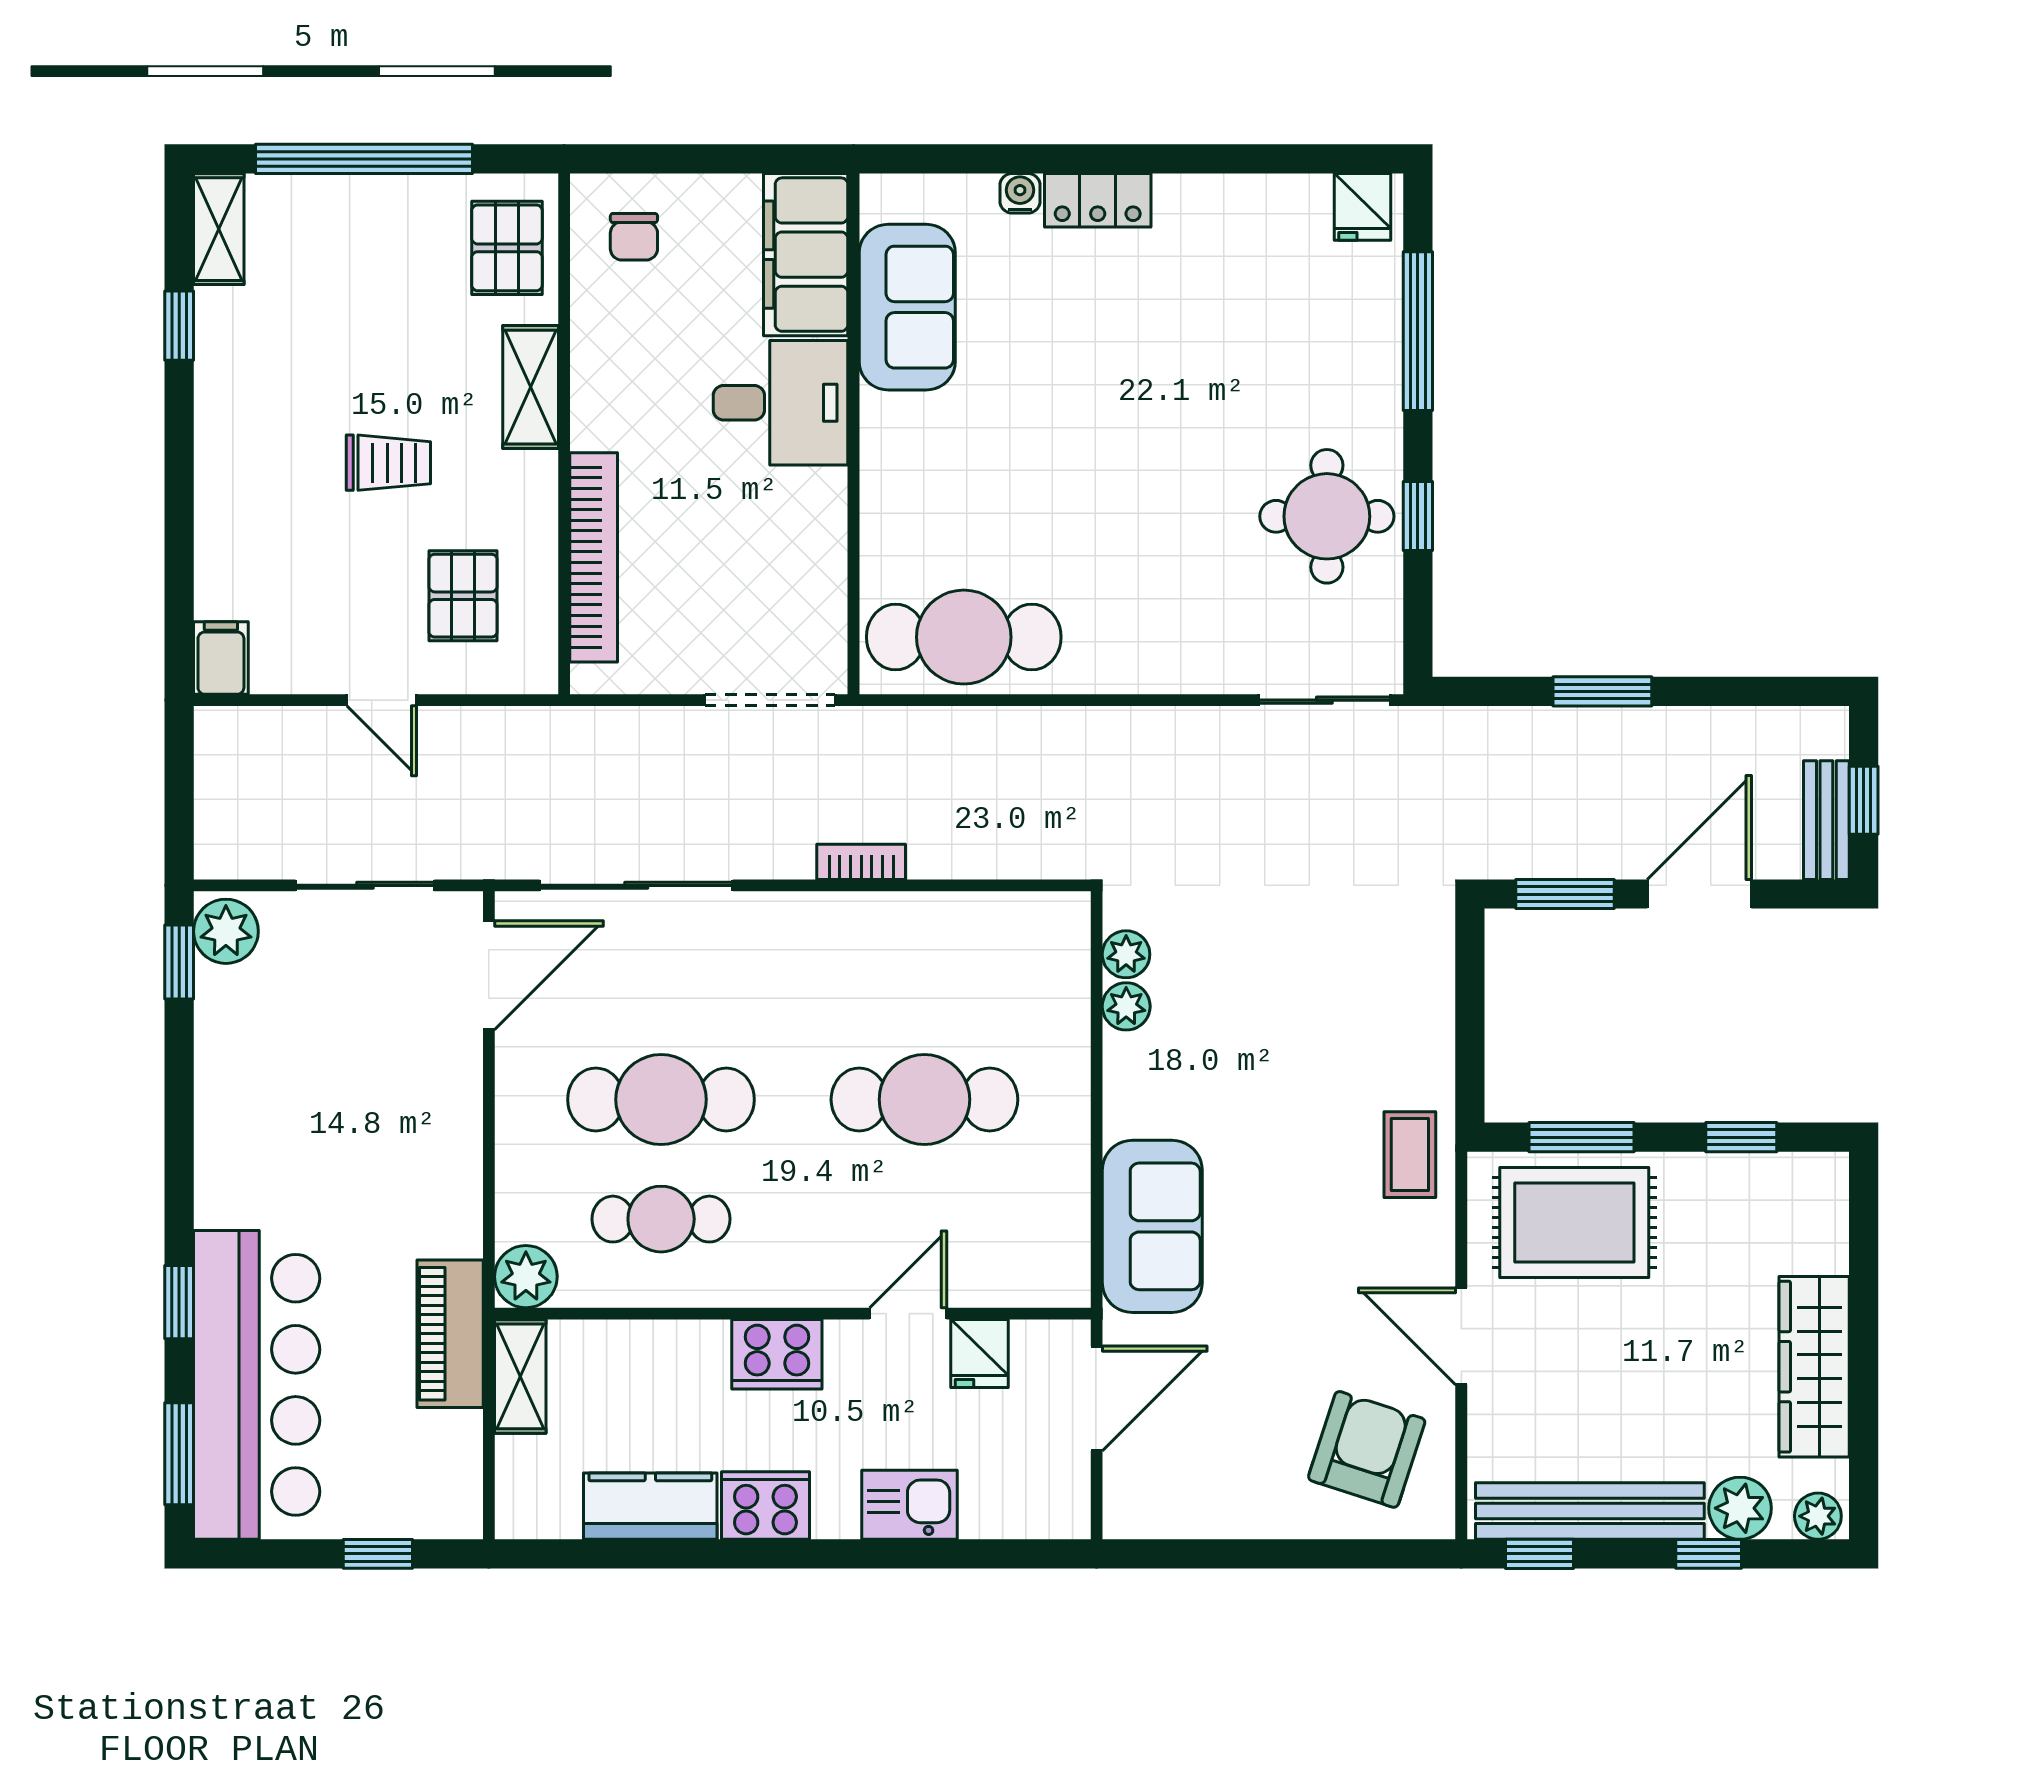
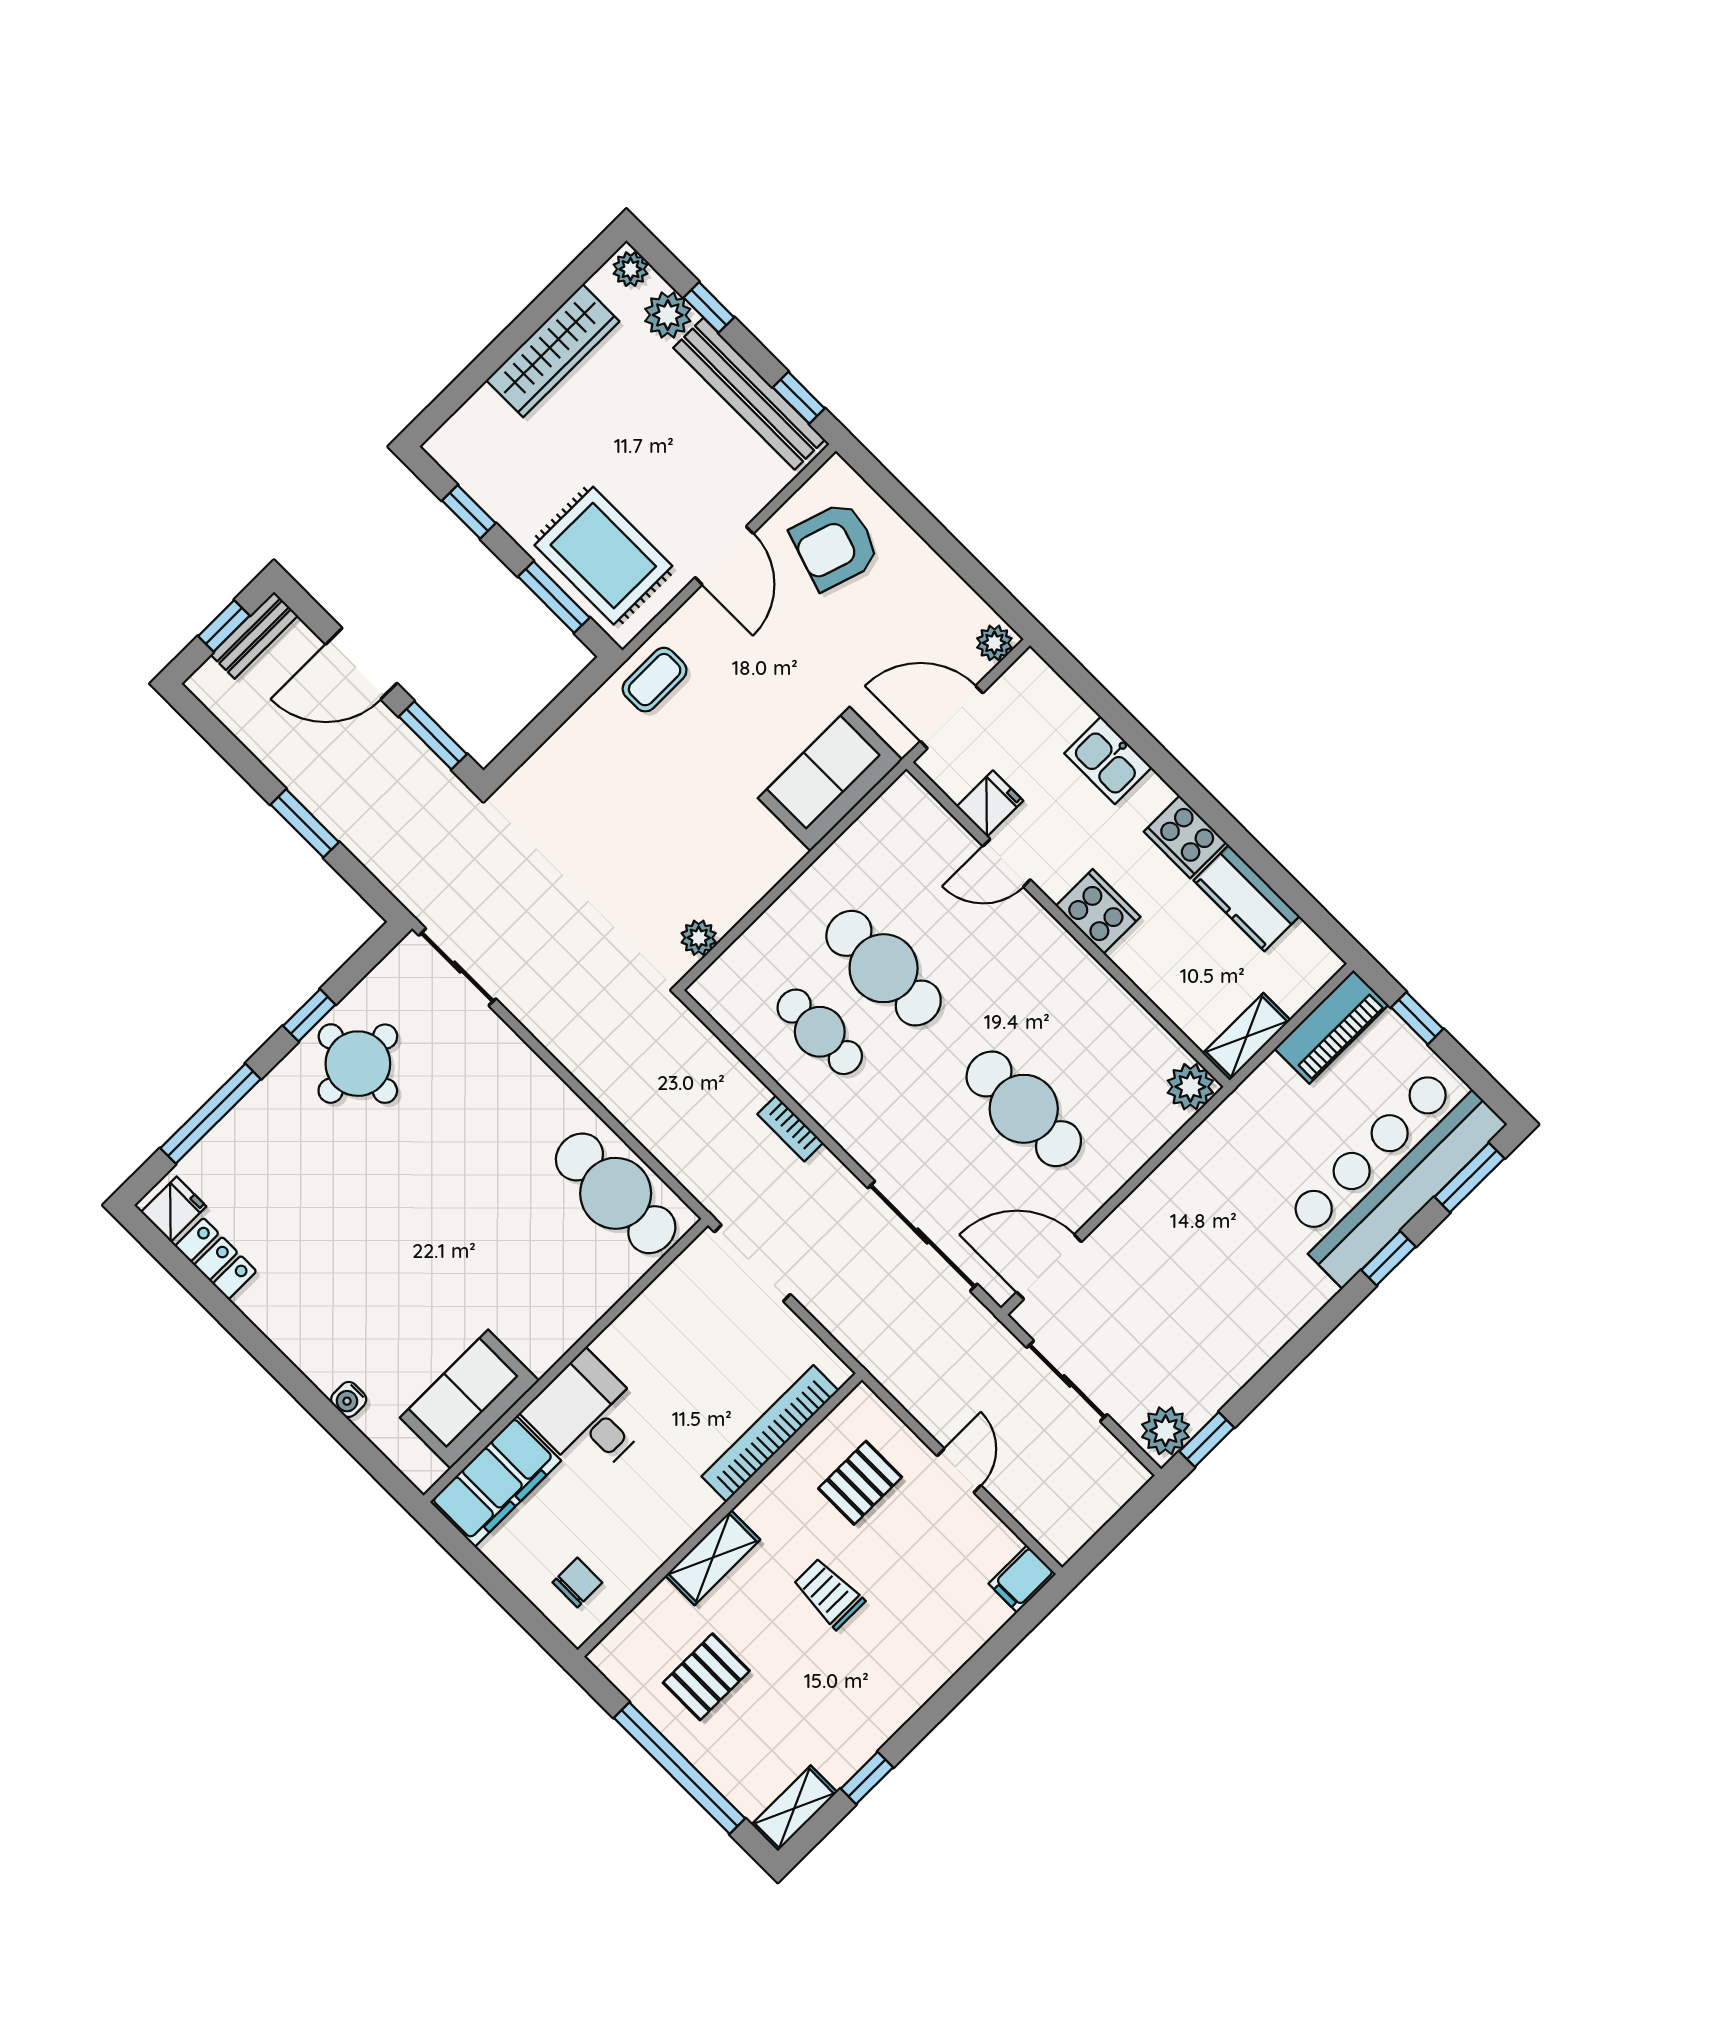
locker: (1098, 200) -> (216, 1259), moved
pallet: (507, 248) -> (706, 1677), moved
plant: (1126, 1006) -> (994, 643), moved
cafe table: (661, 1219) -> (820, 1032), moved
piano: (450, 1334) -> (1331, 1027), moved

